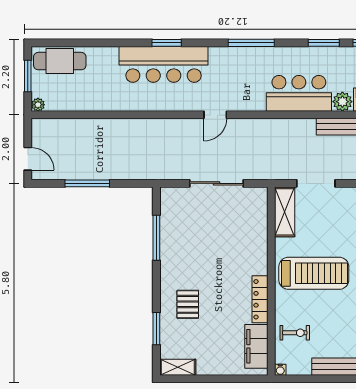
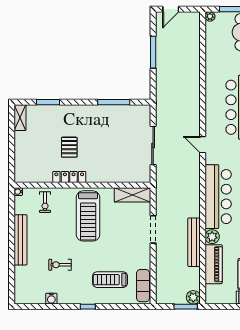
bar counter: (299, 93) -> (218, 197), width x1.36
doorway: (316, 183) -> (153, 229), moved
pallet: (188, 304) -> (69, 147), moved, turned 90
filing cabinet: (256, 346) -> (35, 174), removed

